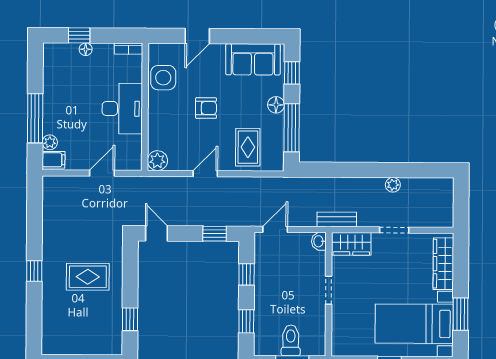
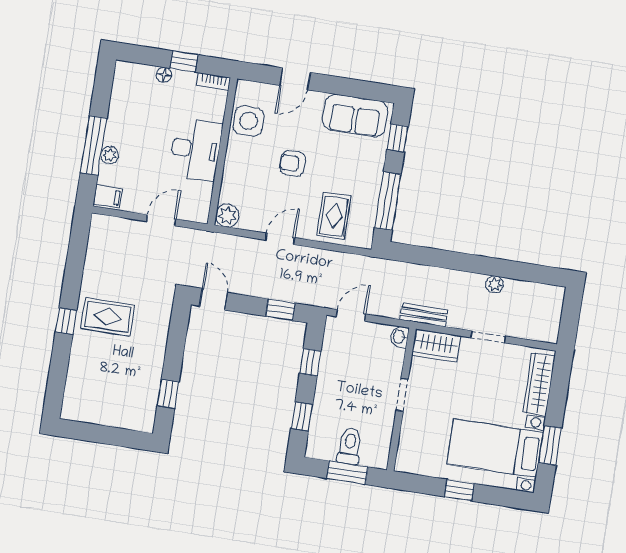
window: (79, 35) -> (184, 61), moved
floor lamp: (276, 105) -> (374, 172), removed
armchair: (206, 108) -> (293, 163), turned 180
plant: (50, 142) -> (110, 155), moved
rug: (88, 277) -> (108, 317), moved

